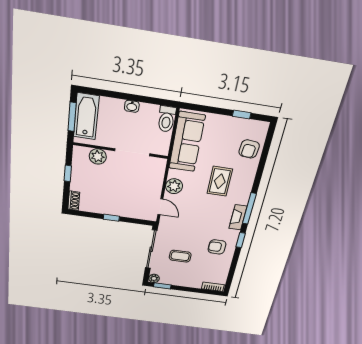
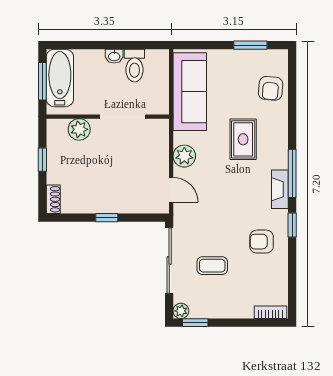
window: (242, 115) -> (250, 45), width x1.50
toilet: (167, 119) -> (134, 66), moved

